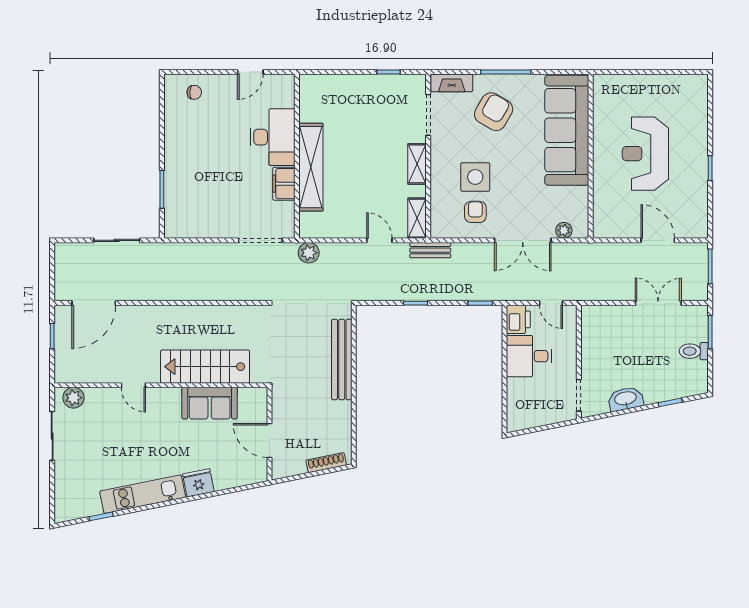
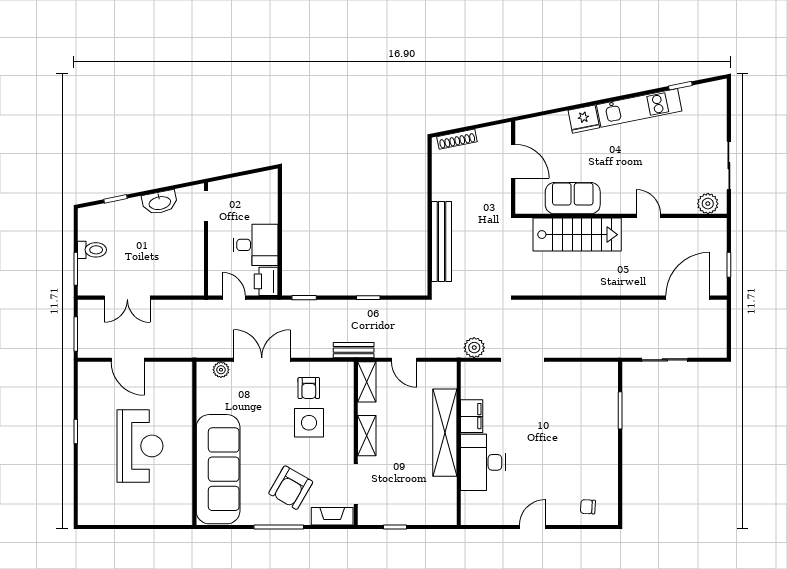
desk: (273, 137) -> (483, 462), moved
wall: (297, 156) -> (459, 443), moved
shelving: (311, 167) -> (445, 433), moved
filing cabinet: (284, 184) -> (472, 416), moved

